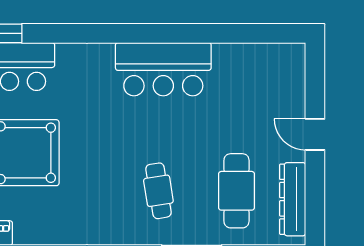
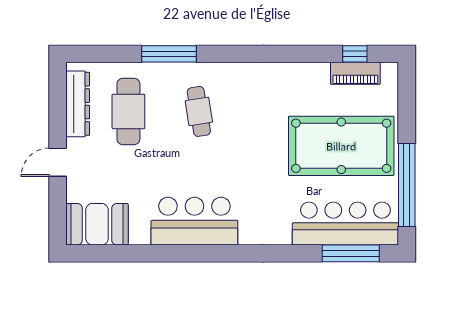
booth: (271, 66) -> (97, 224), added
door: (315, 134) -> (58, 162), swing flipped

